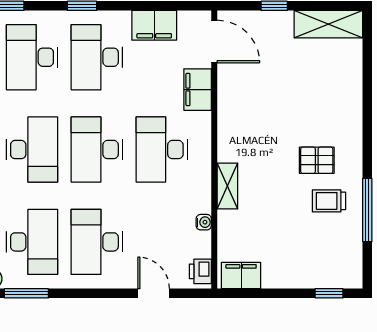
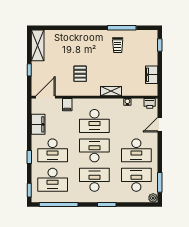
filing cabinet: (198, 90) -> (67, 105), width x0.50
desk: (97, 150) -> (94, 150), turned 180
pallet: (317, 160) -> (80, 74), moved
filing cabinet: (241, 276) -> (152, 75), moved

